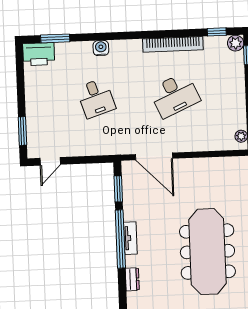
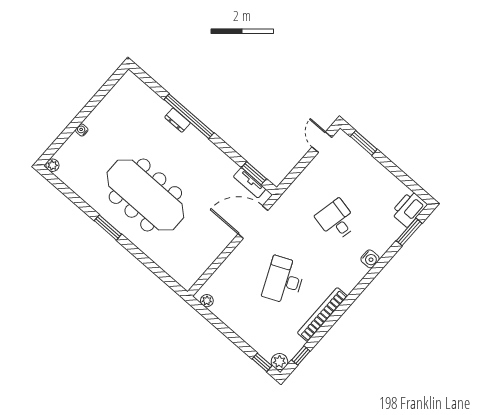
desk: (96, 98) -> (337, 220), turned 30
tv unit: (130, 238) -> (250, 183), moved
window: (120, 239) -> (189, 116), moved

